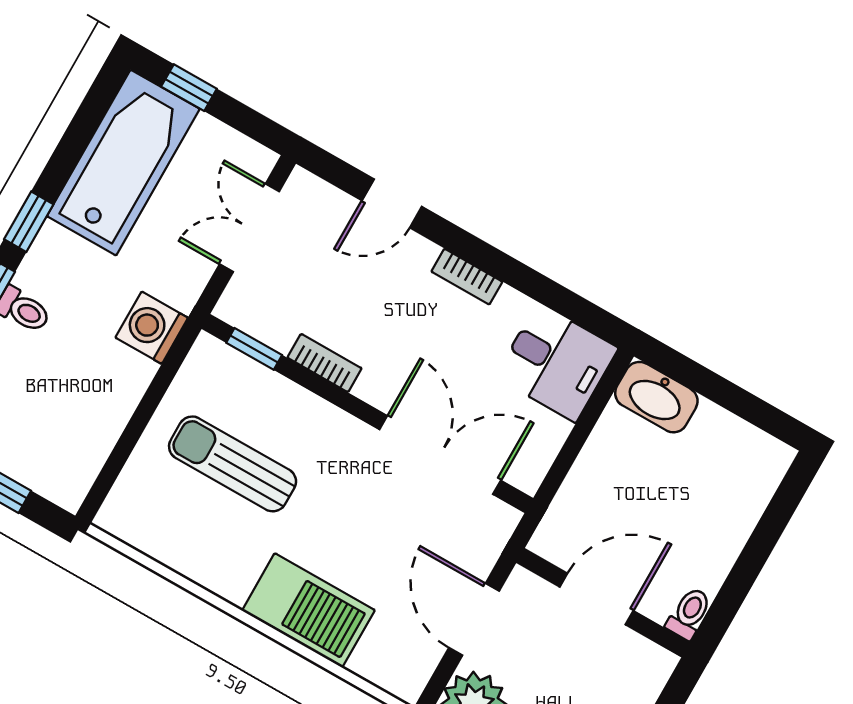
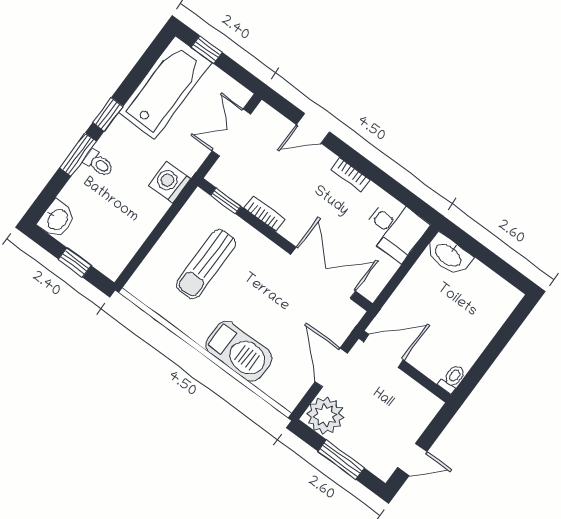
sun lounger: (233, 464) -> (206, 264), turned -90
door: (597, 599) -> (383, 351), moved

